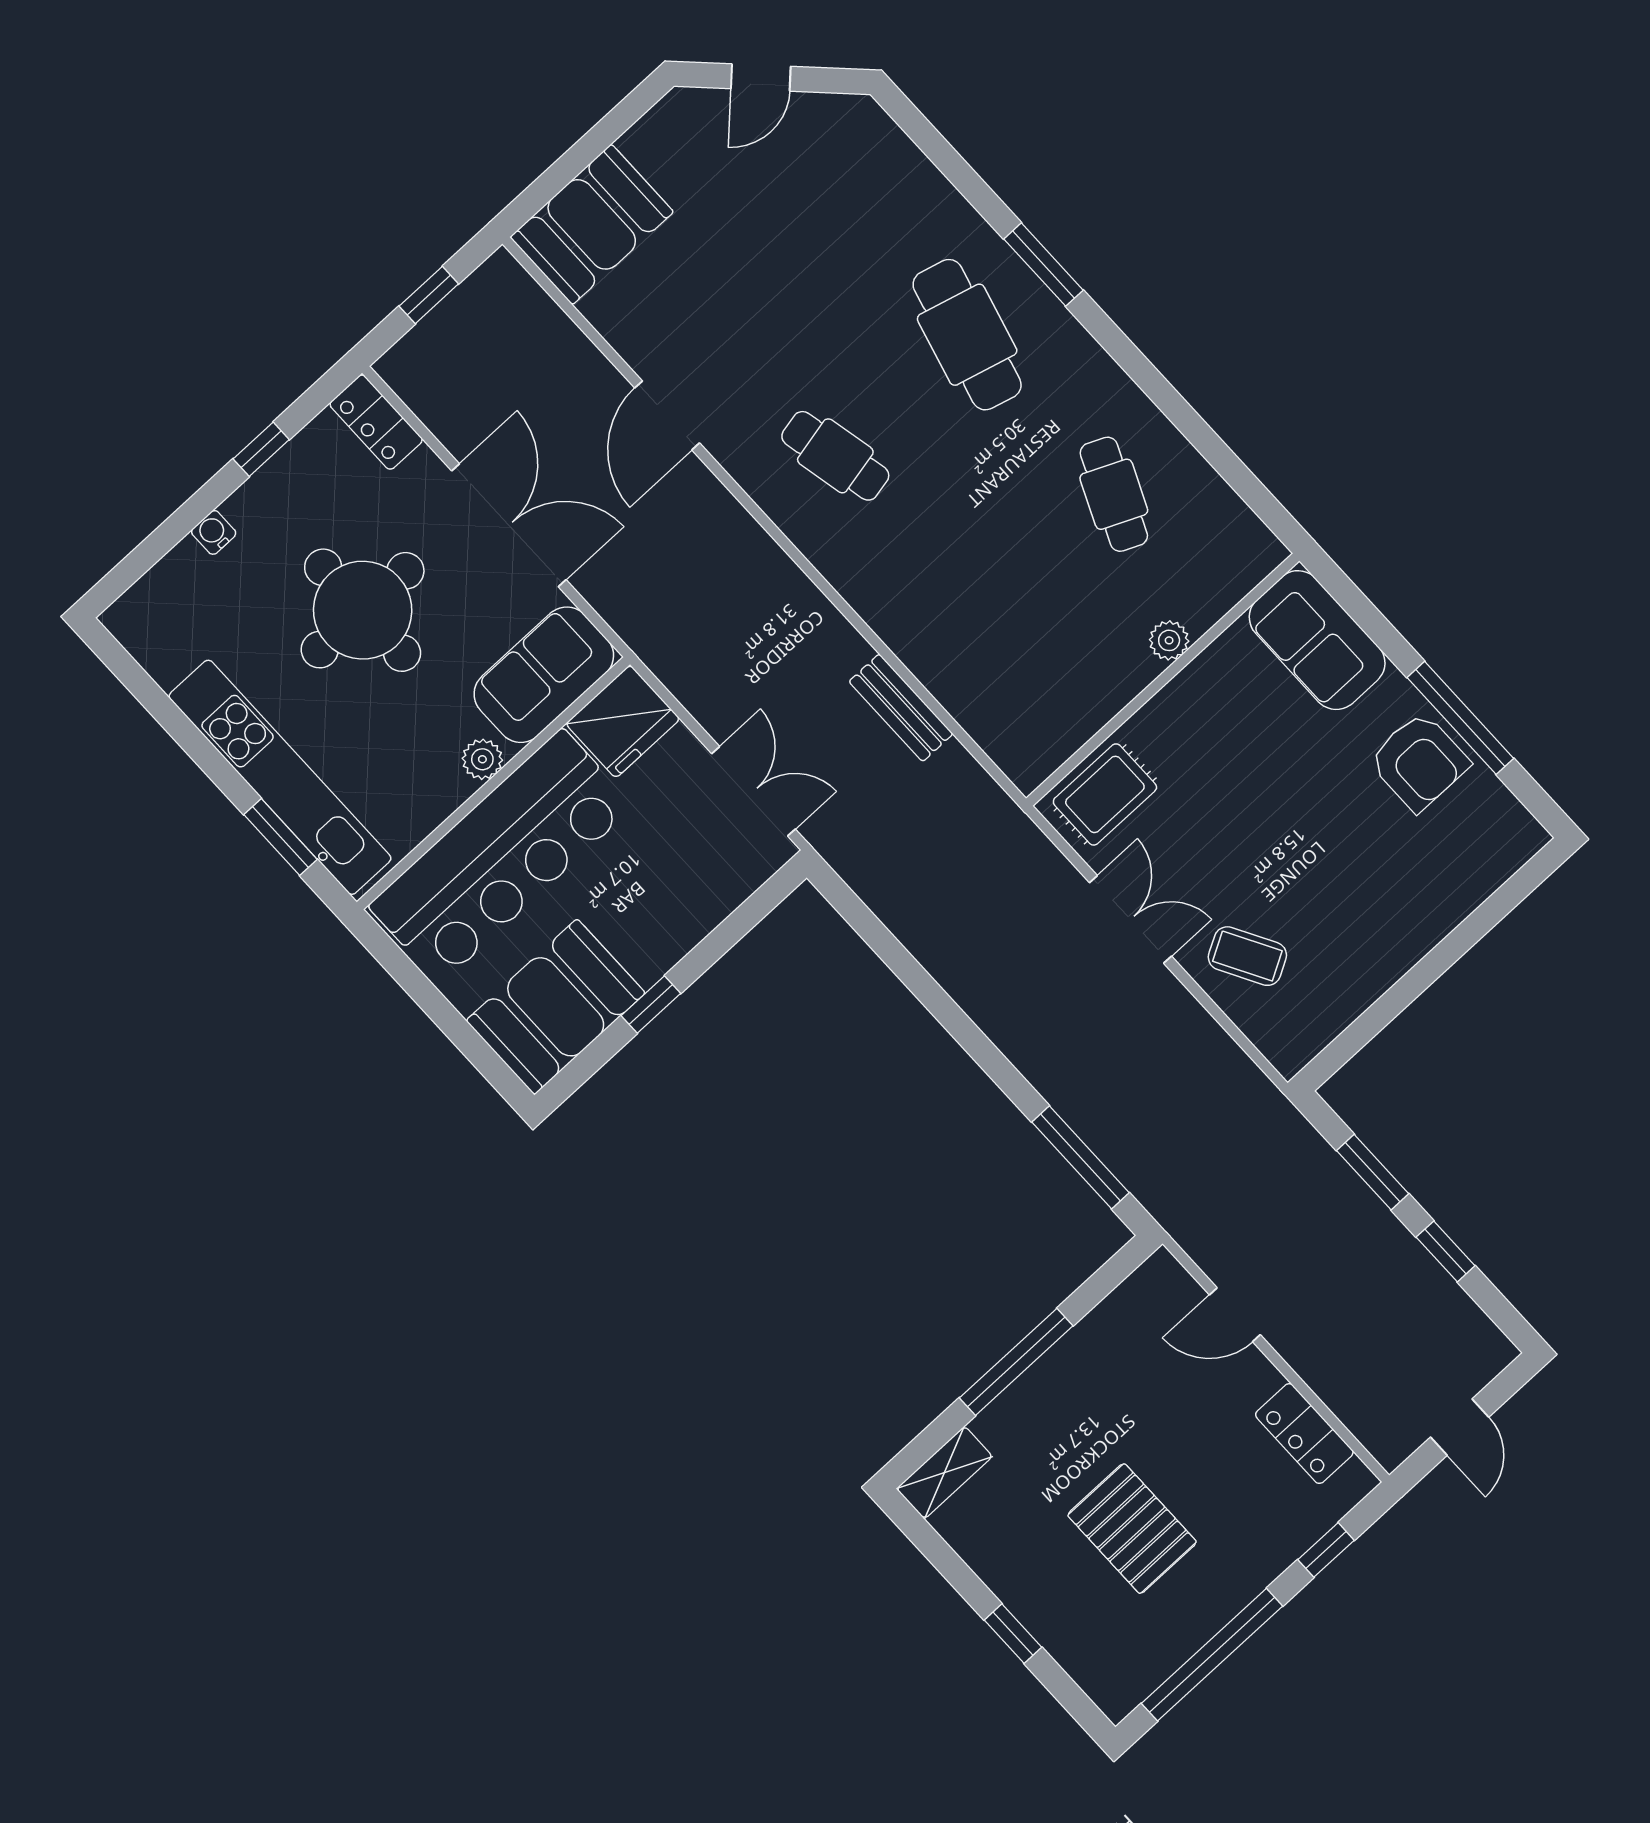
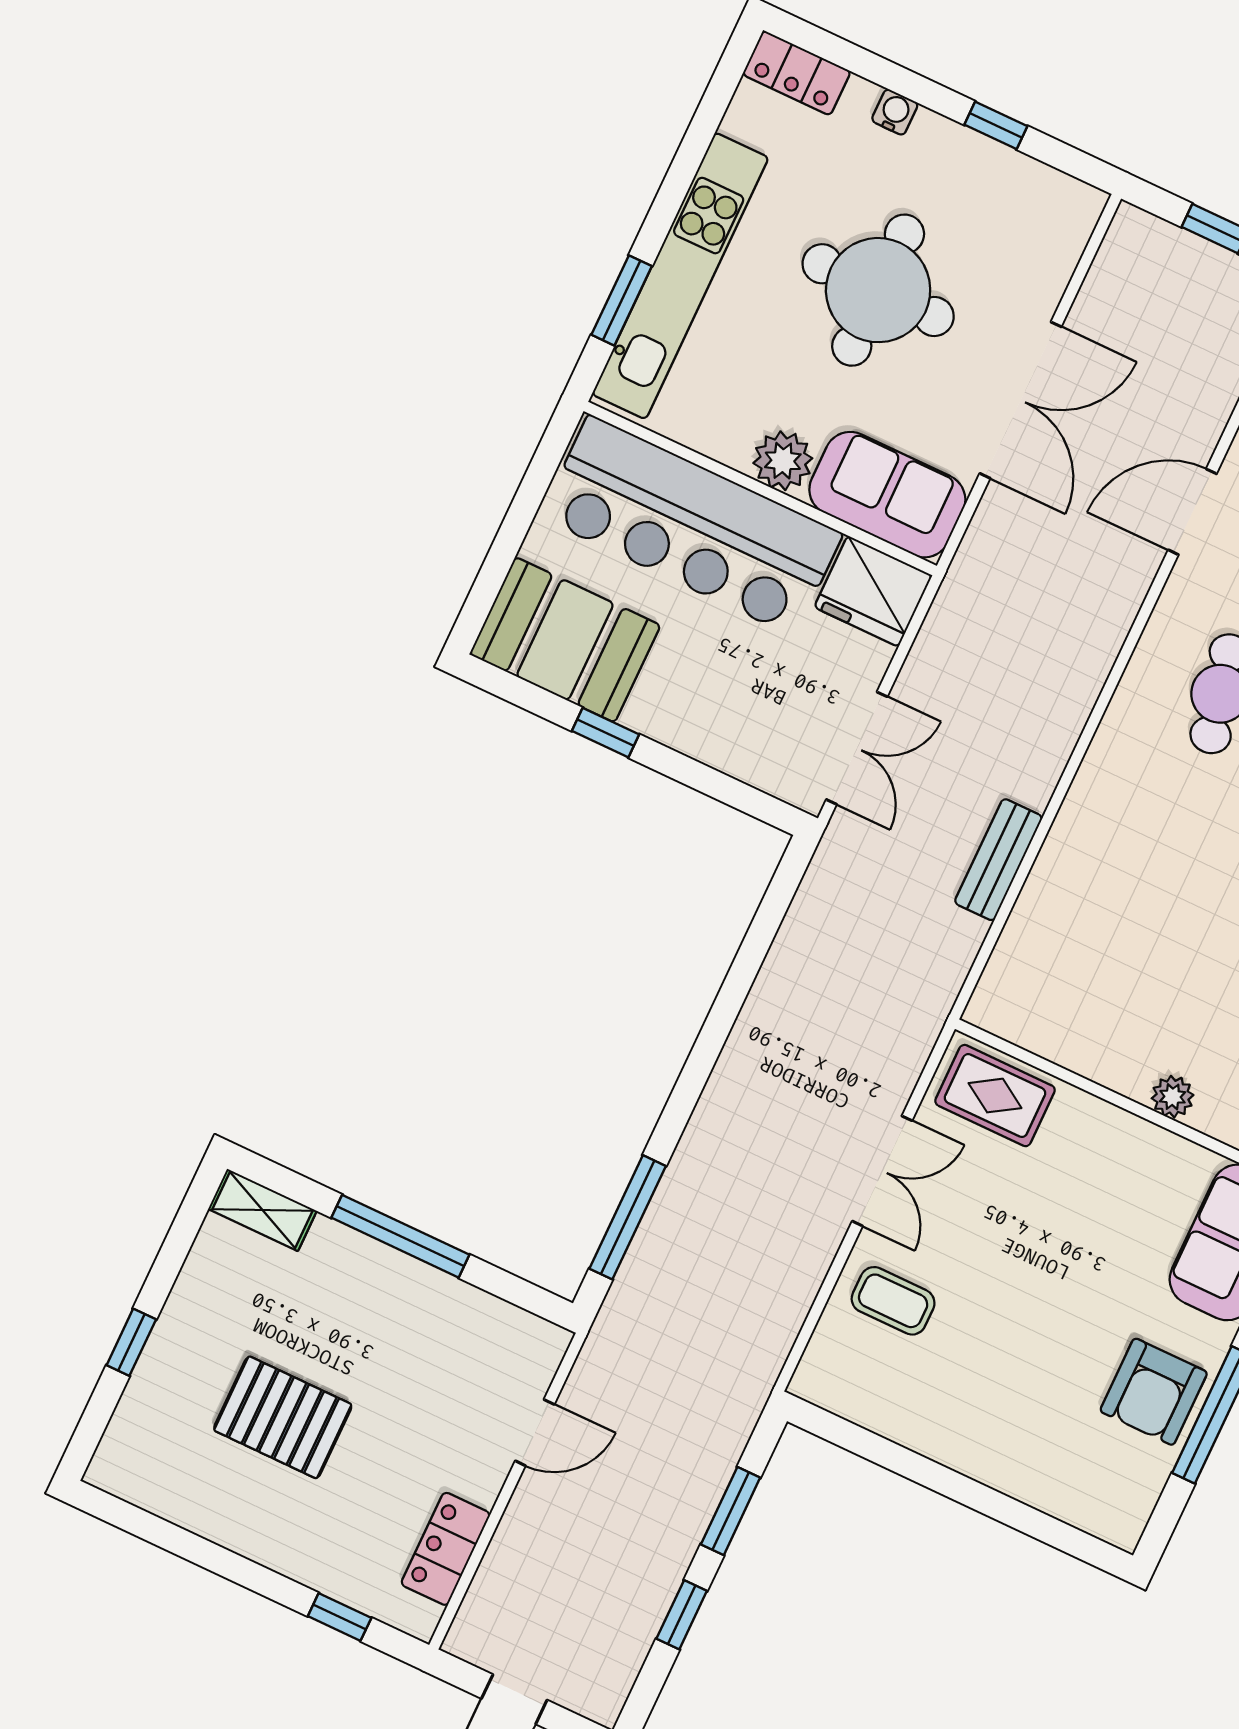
locker: (376, 422) -> (797, 73), moved, turned -90
plant: (482, 759) -> (783, 461), width x1.38, depth x1.38
coffee table: (1247, 956) -> (893, 1301), turned -61
door: (1235, 1315) -> (535, 1433), swing flipped
pallet: (1132, 1529) -> (283, 1417), turned 90
window: (1212, 1655) -> (191, 1547), removed

